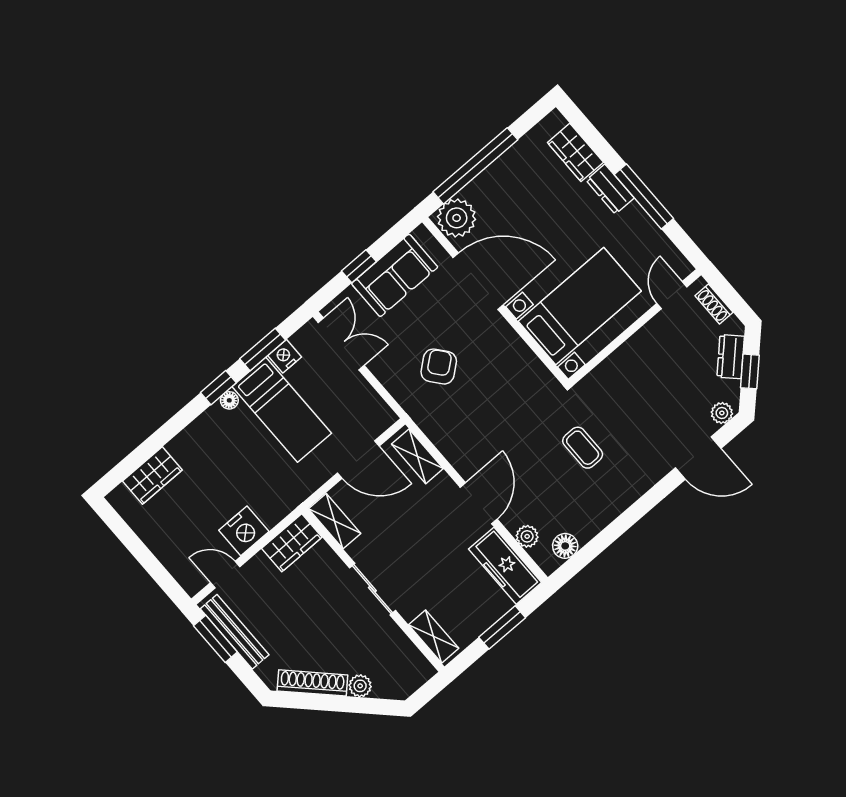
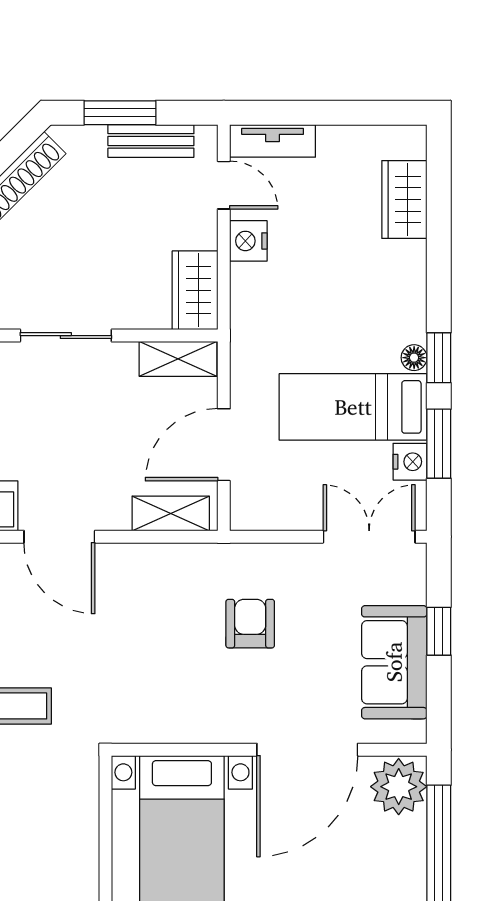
double door: (341, 344) -> (369, 537), swing flipped
armchair: (439, 367) -> (250, 624), turned -141
nightstand: (244, 531) -> (248, 241), width x0.74, depth x0.75
tv unit: (181, 569) -> (273, 141), added
door: (225, 575) -> (224, 185), hinge flipped
bench: (235, 632) -> (151, 141), width x0.73
window: (215, 639) -> (120, 113), moved

